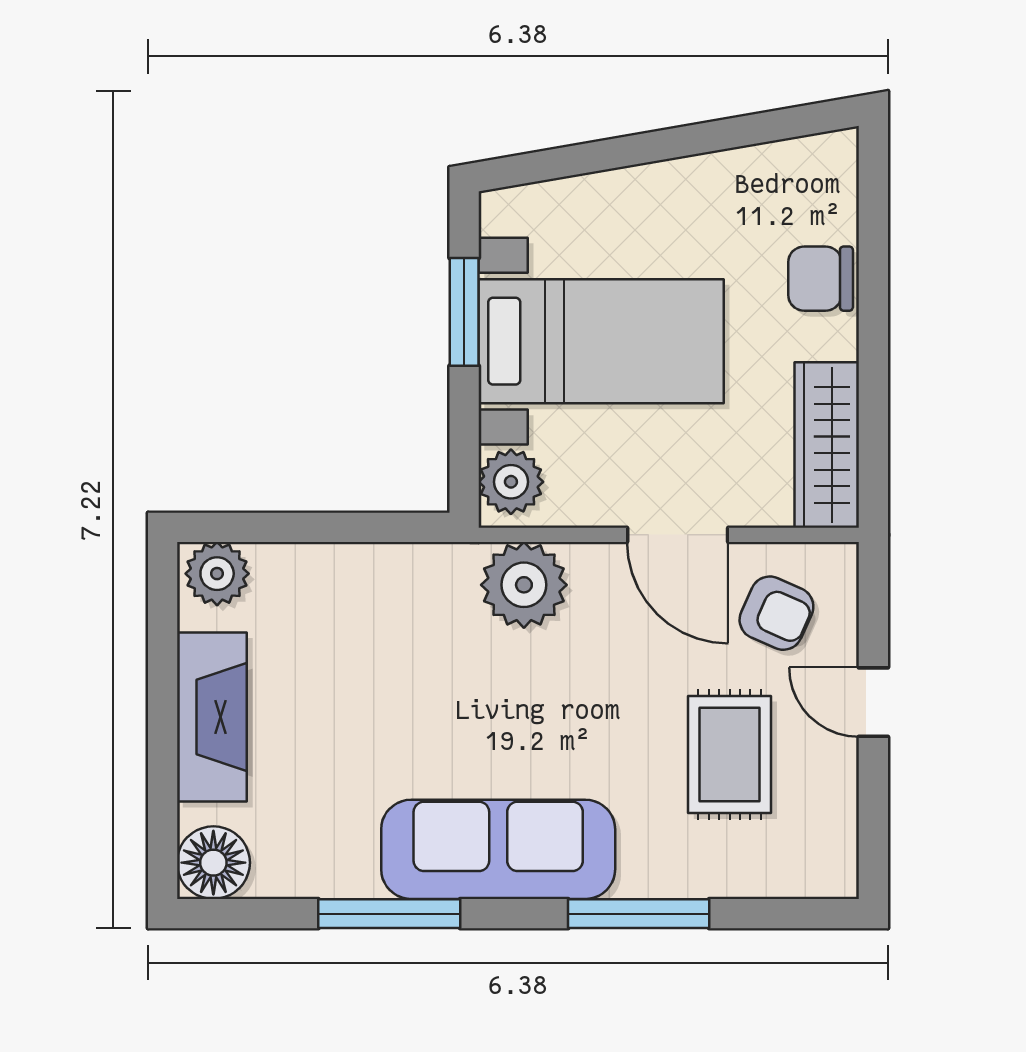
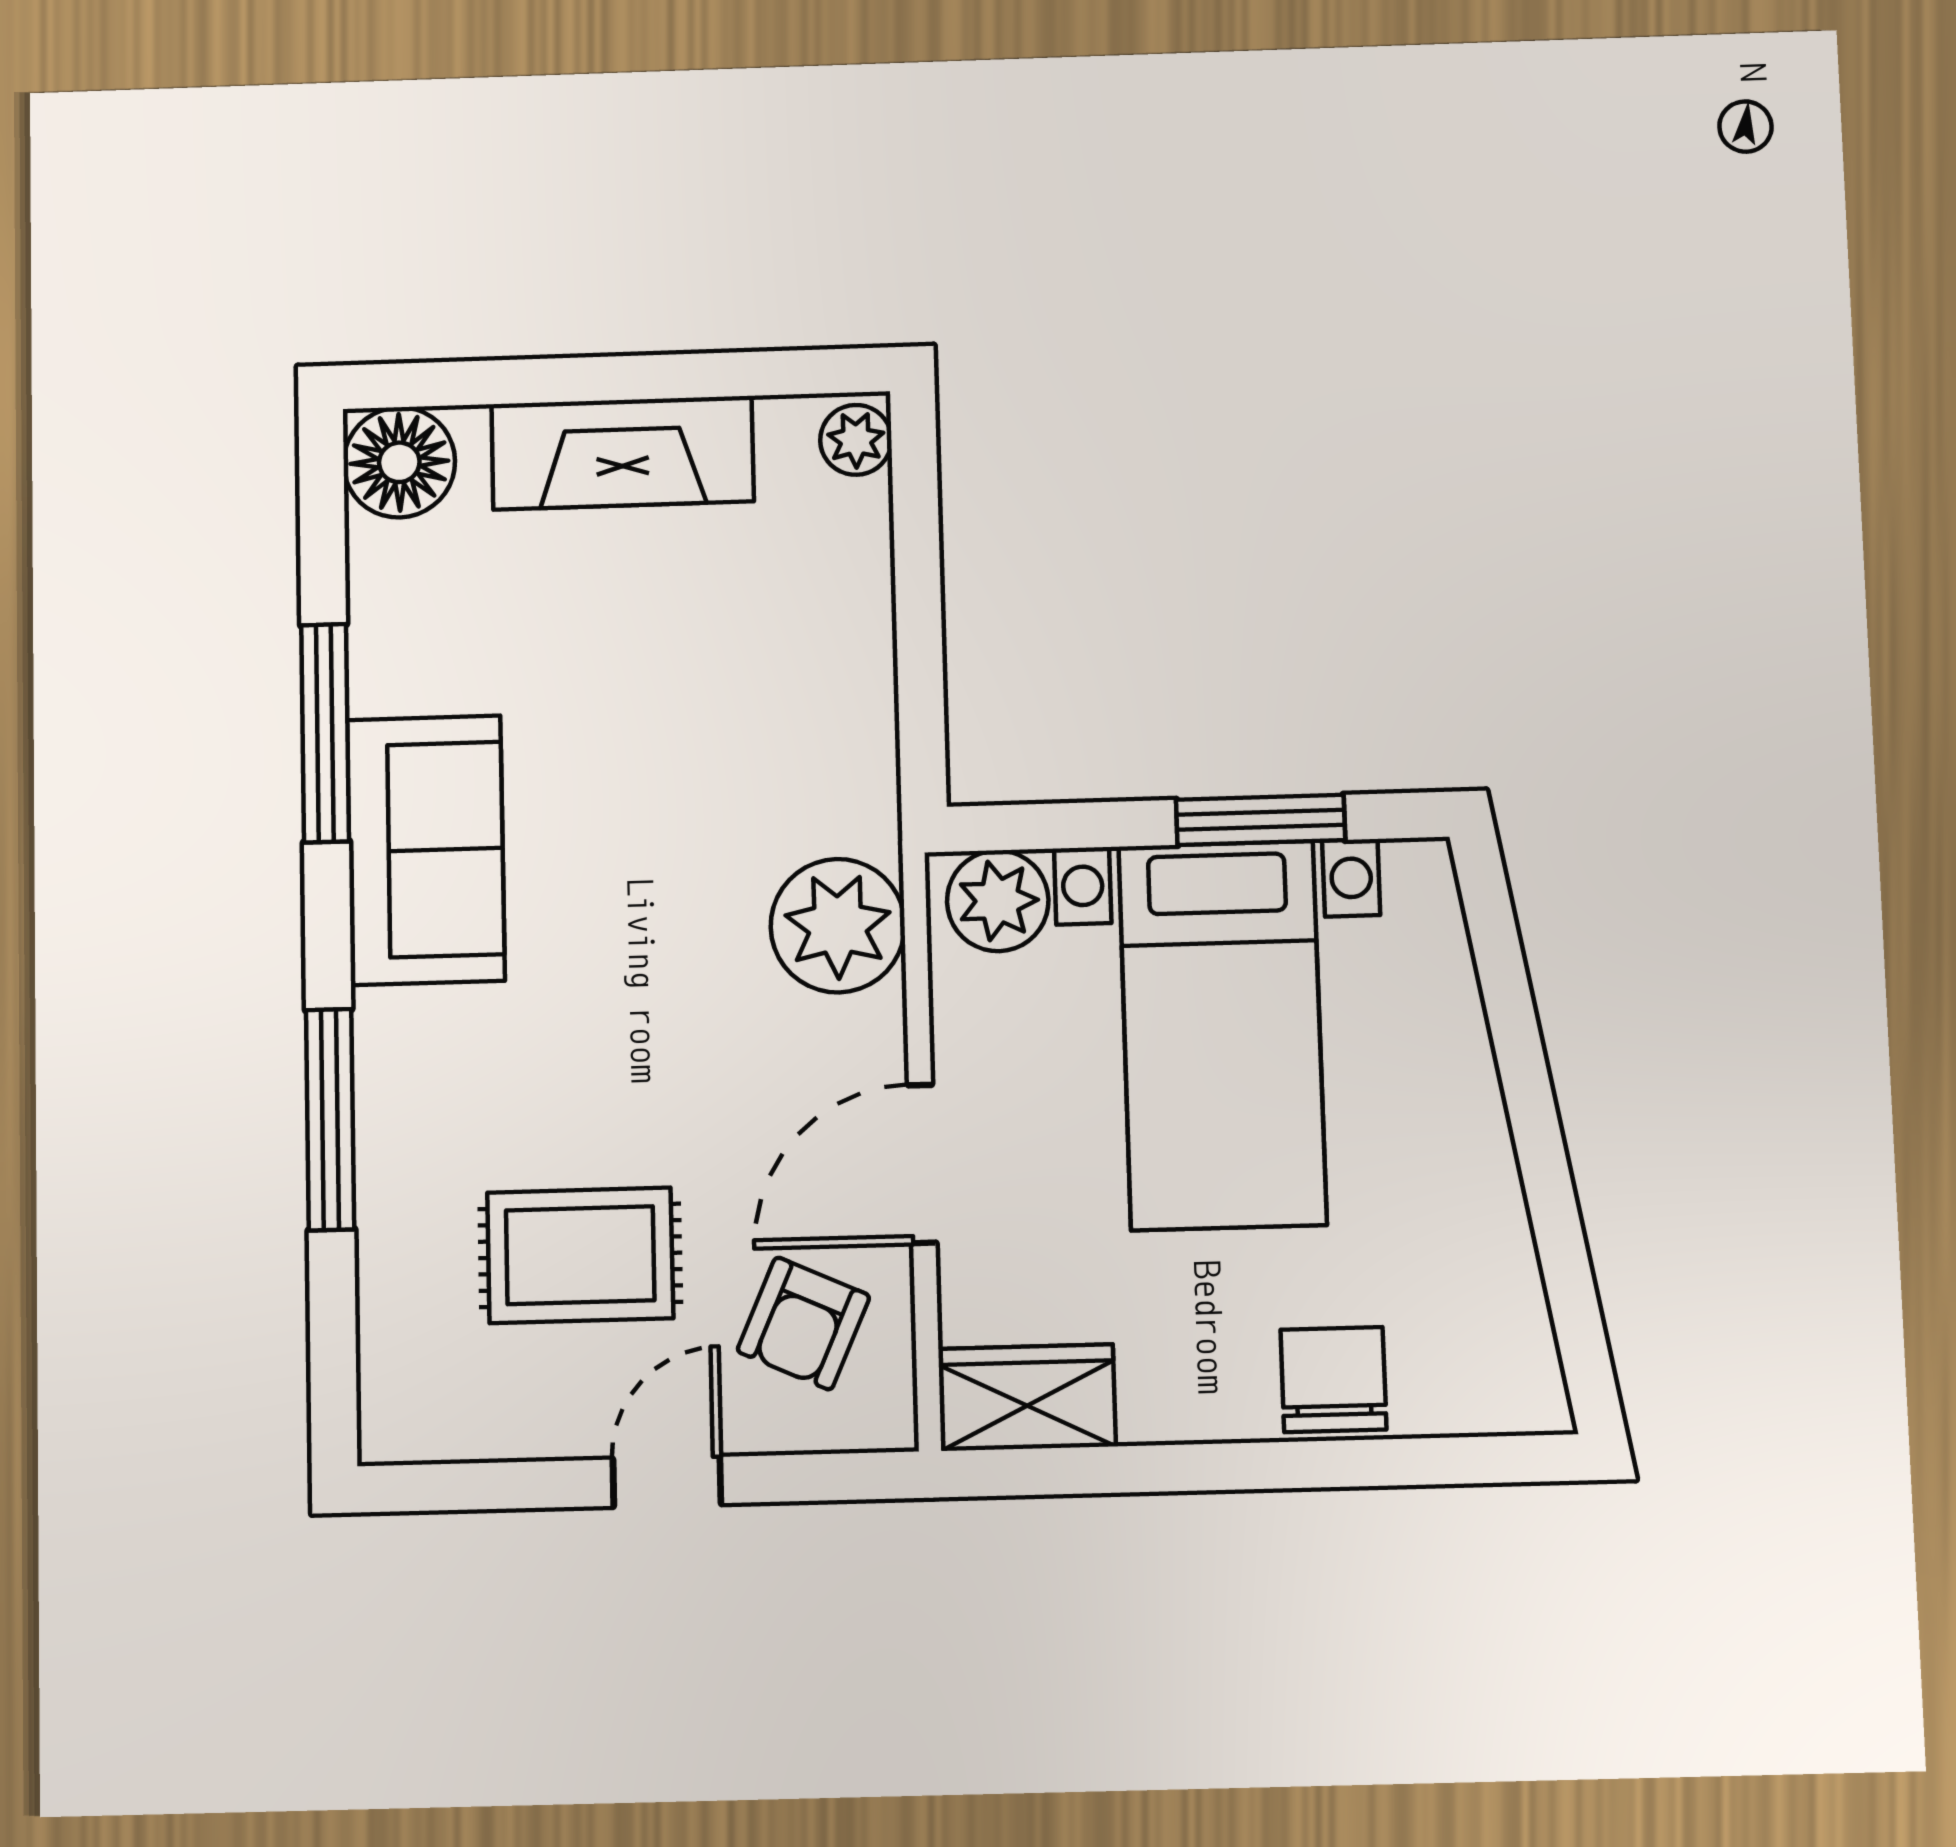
wardrobe: (827, 445) -> (1027, 1398), width x0.67
plant: (217, 574) -> (856, 440), width x0.73, depth x0.73
sofa: (498, 849) -> (426, 850), width x0.73

